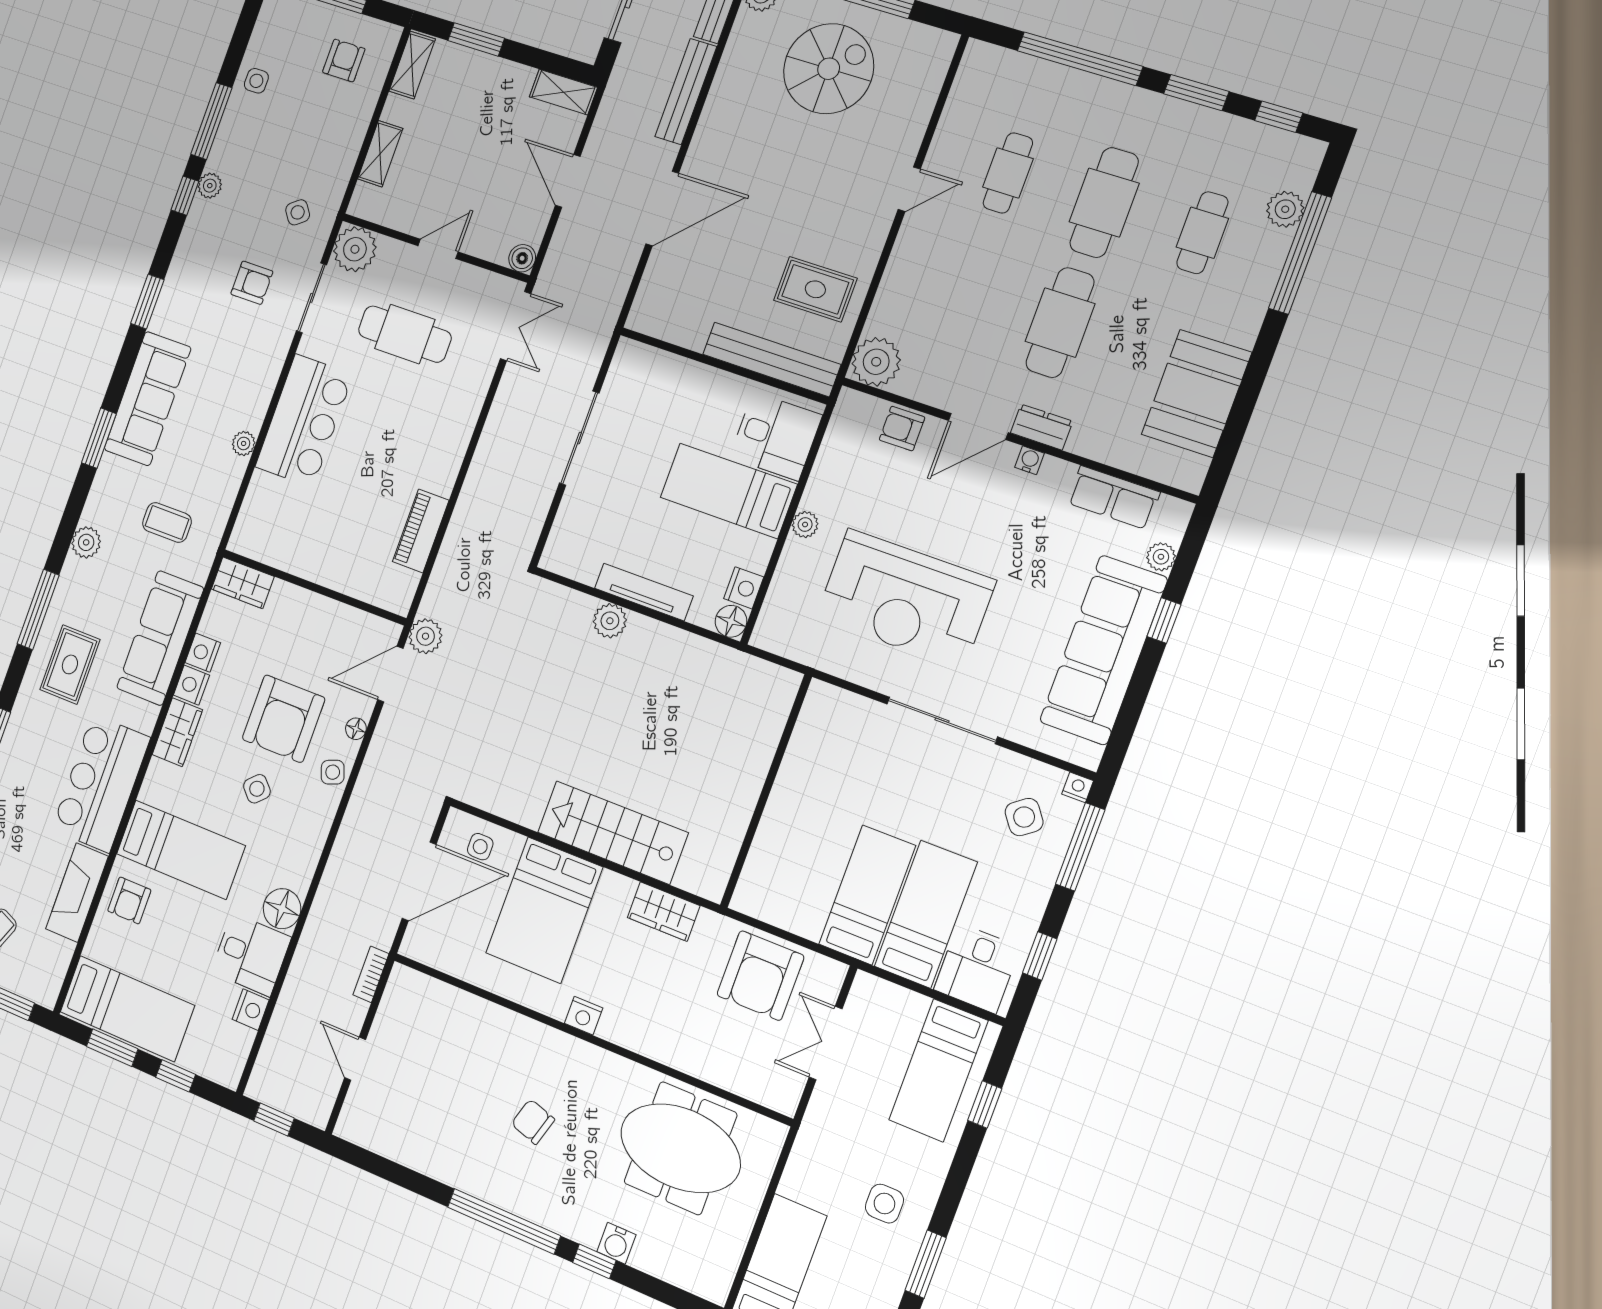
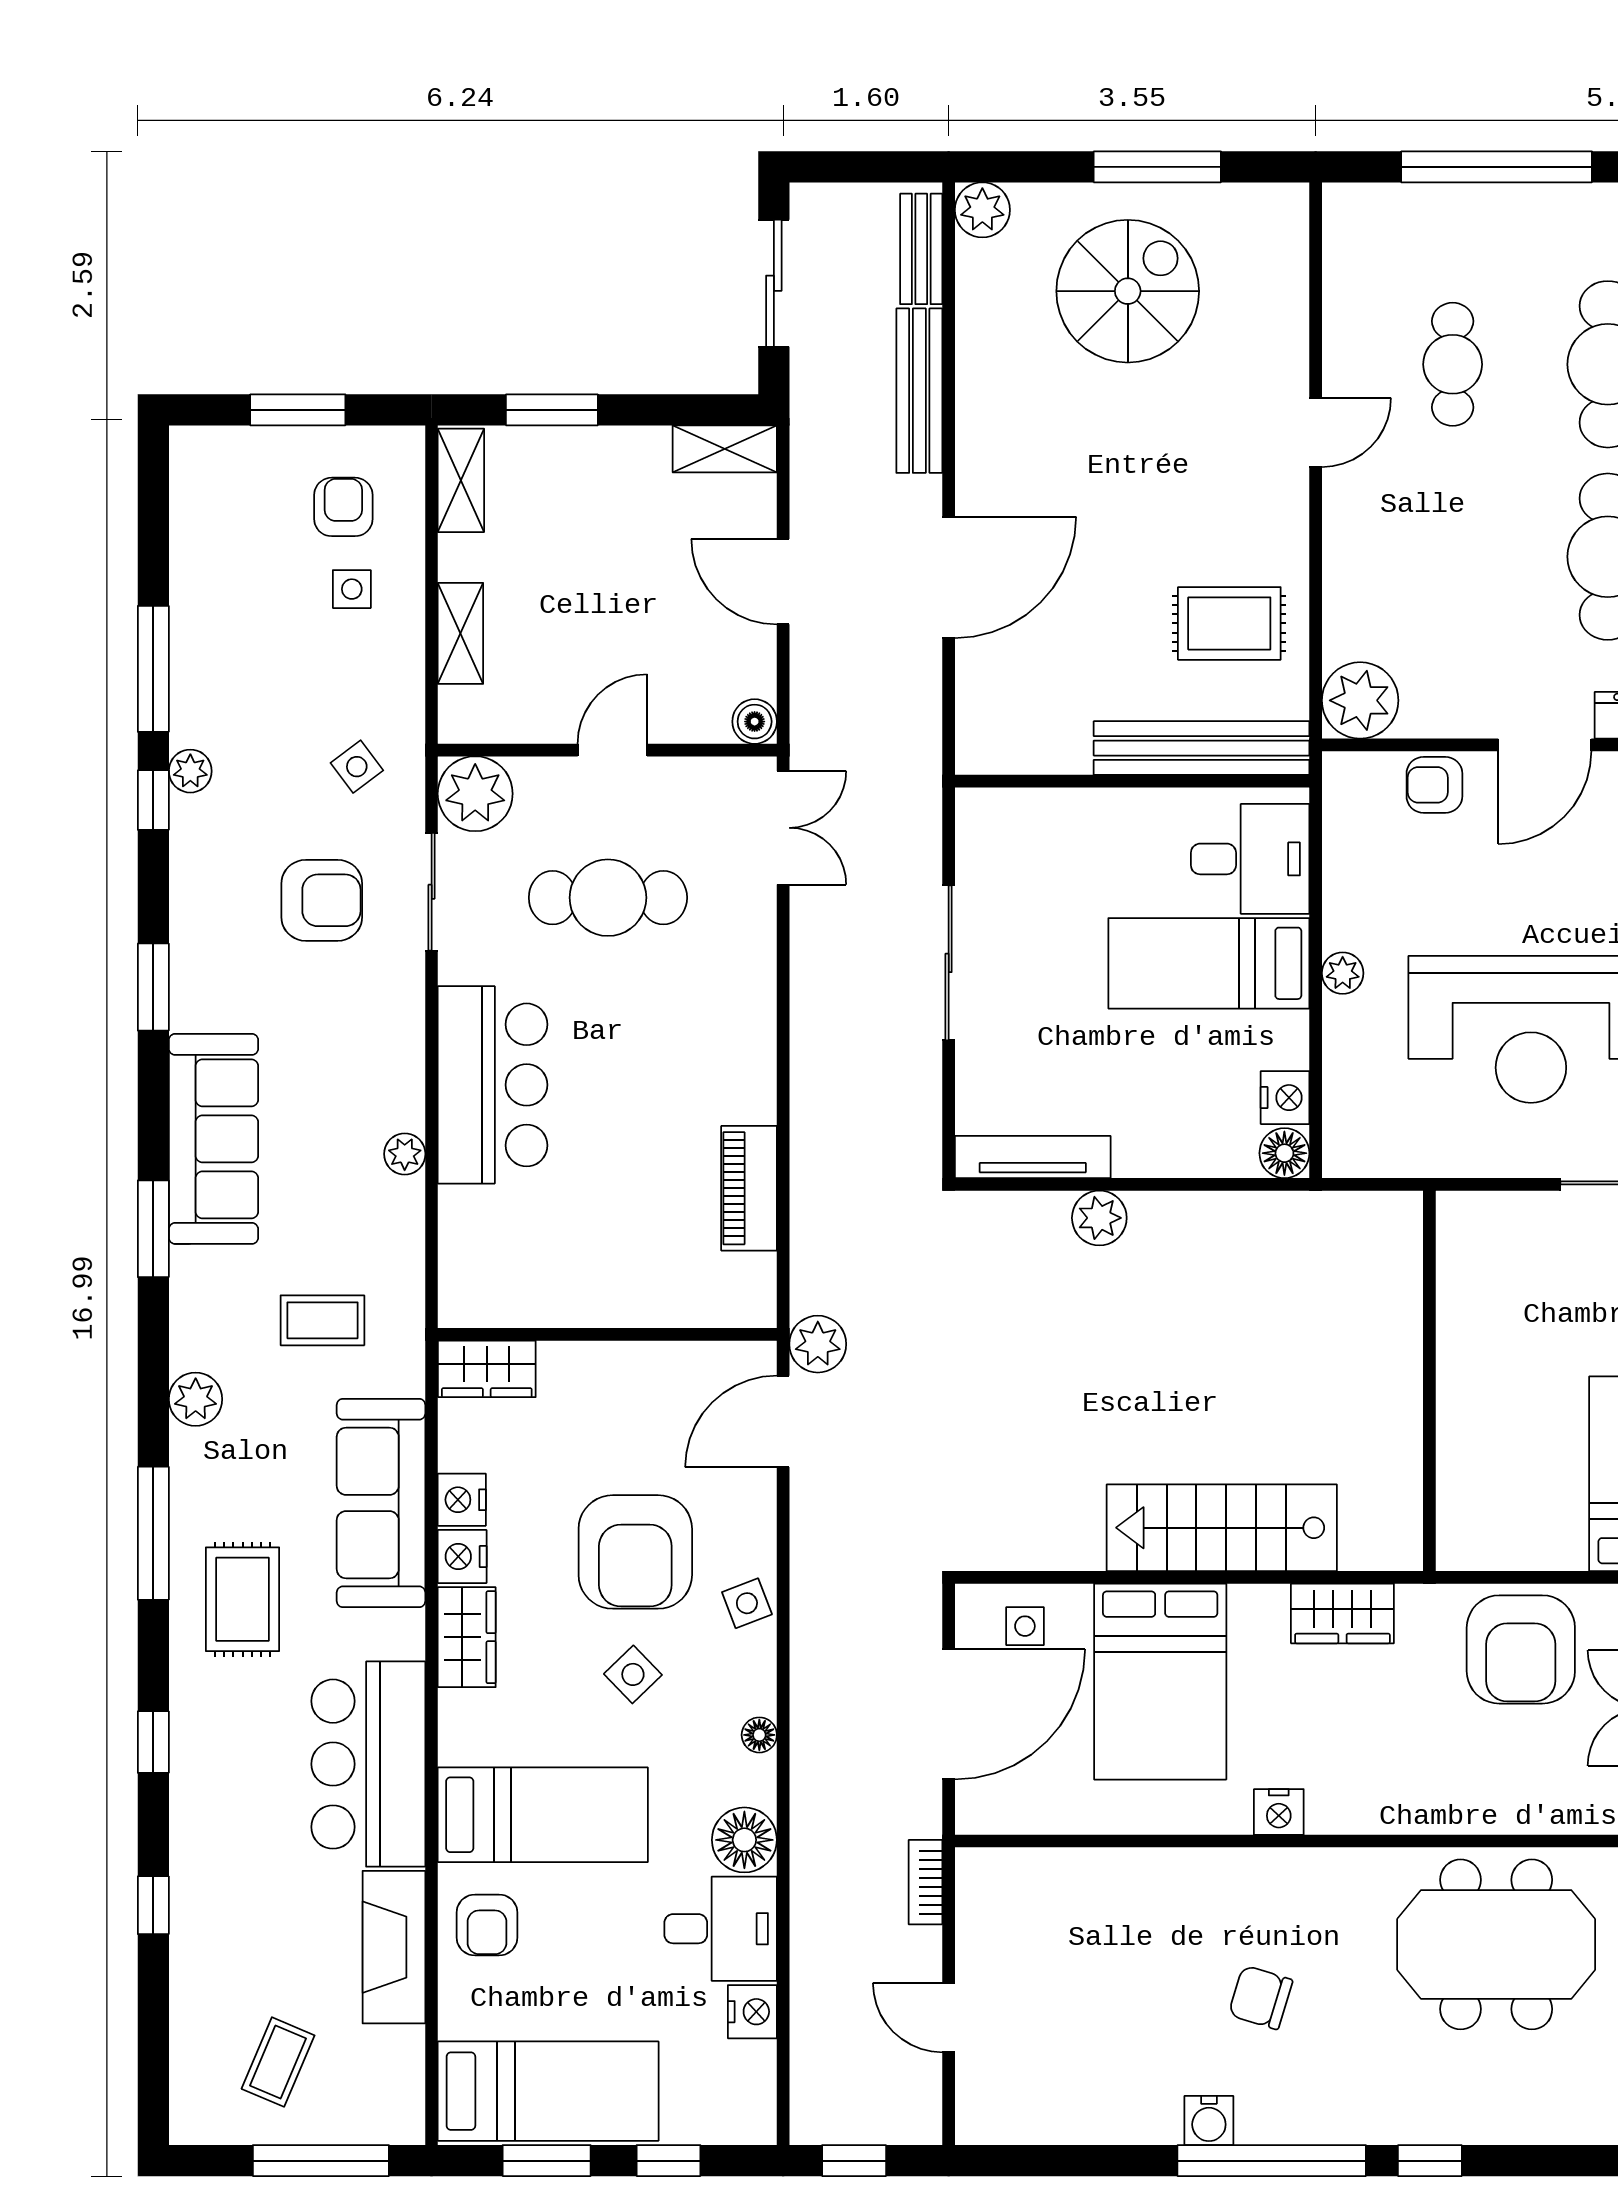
side table: (256, 81) -> (352, 589), moved
armchair: (252, 283) -> (322, 900), width x1.38, depth x1.38
tv unit: (644, 592) -> (1033, 1157), moved
floor lamp: (356, 729) -> (759, 1735), moved
water cooler: (616, 1243) -> (1209, 2120), moved

